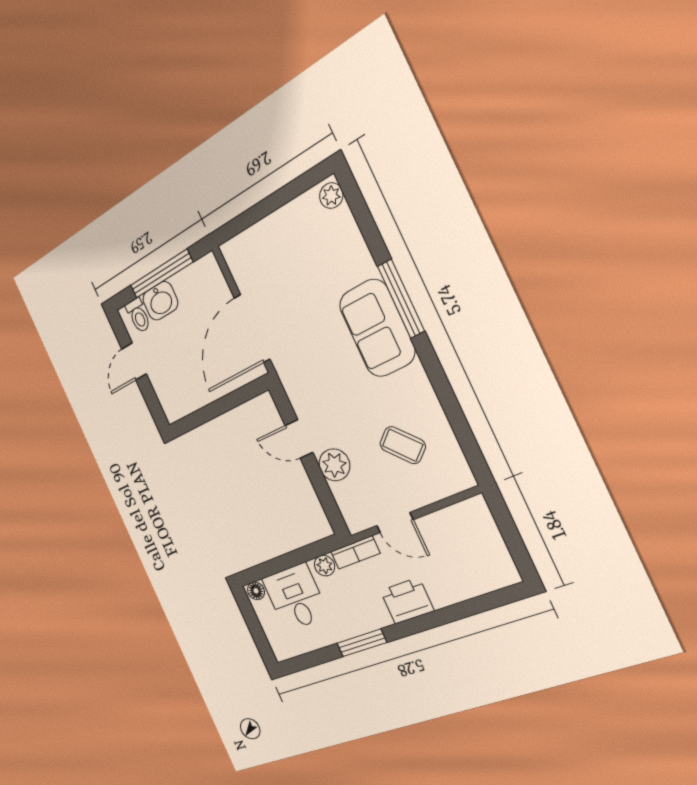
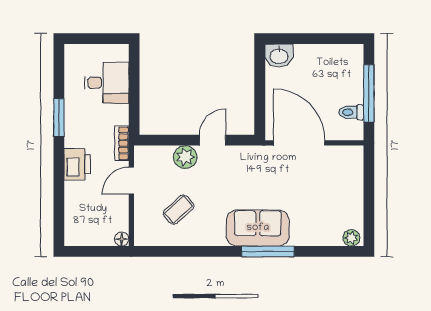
washbasin: (160, 301) -> (279, 56), moved, turned -90
toilet: (138, 315) -> (351, 112), moved
door: (134, 361) -> (322, 39), removed
plant: (325, 566) -> (121, 116), removed
floor lamp: (256, 591) -> (122, 239), moved

